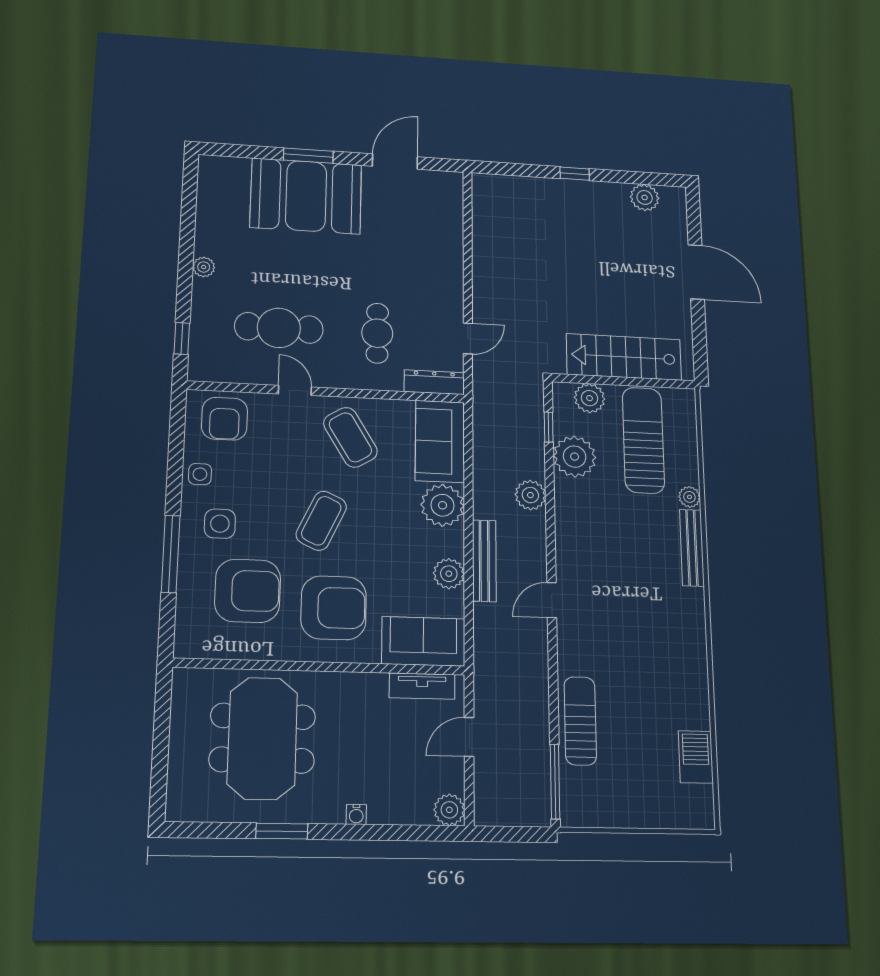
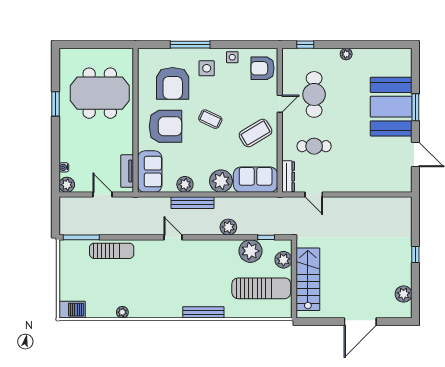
plant: (689, 497) -> (122, 312), moved
coffee table: (321, 521) -> (210, 119), width x0.73, depth x0.77
armchair: (334, 608) -> (165, 126), turned -90
barbecue: (696, 757) -> (72, 310), moved
water cooler: (356, 815) -> (64, 167), moved

